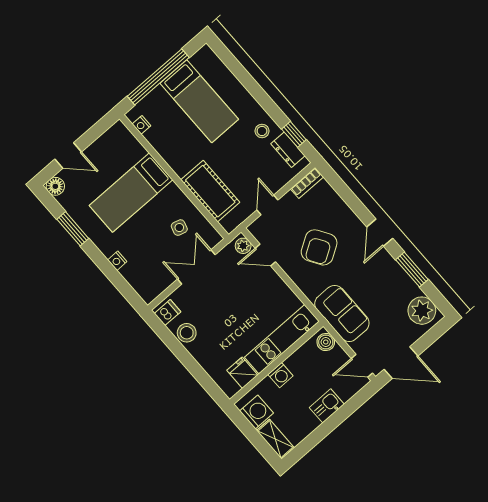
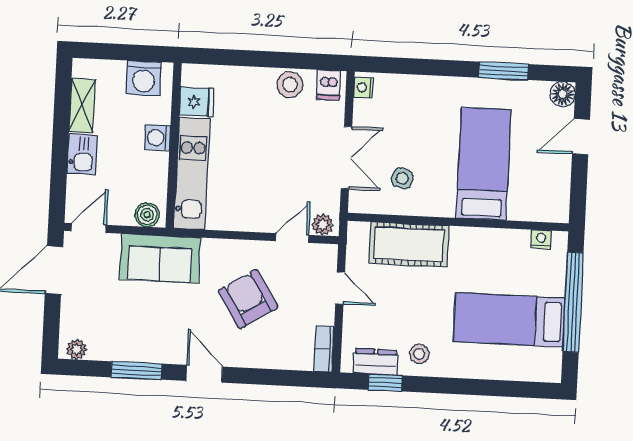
nightstand: (117, 261) -> (363, 88), moved, turned -90
plant: (422, 311) -> (77, 349), width x0.53, depth x0.53
shelving: (275, 439) -> (82, 106), moved, turned 90

